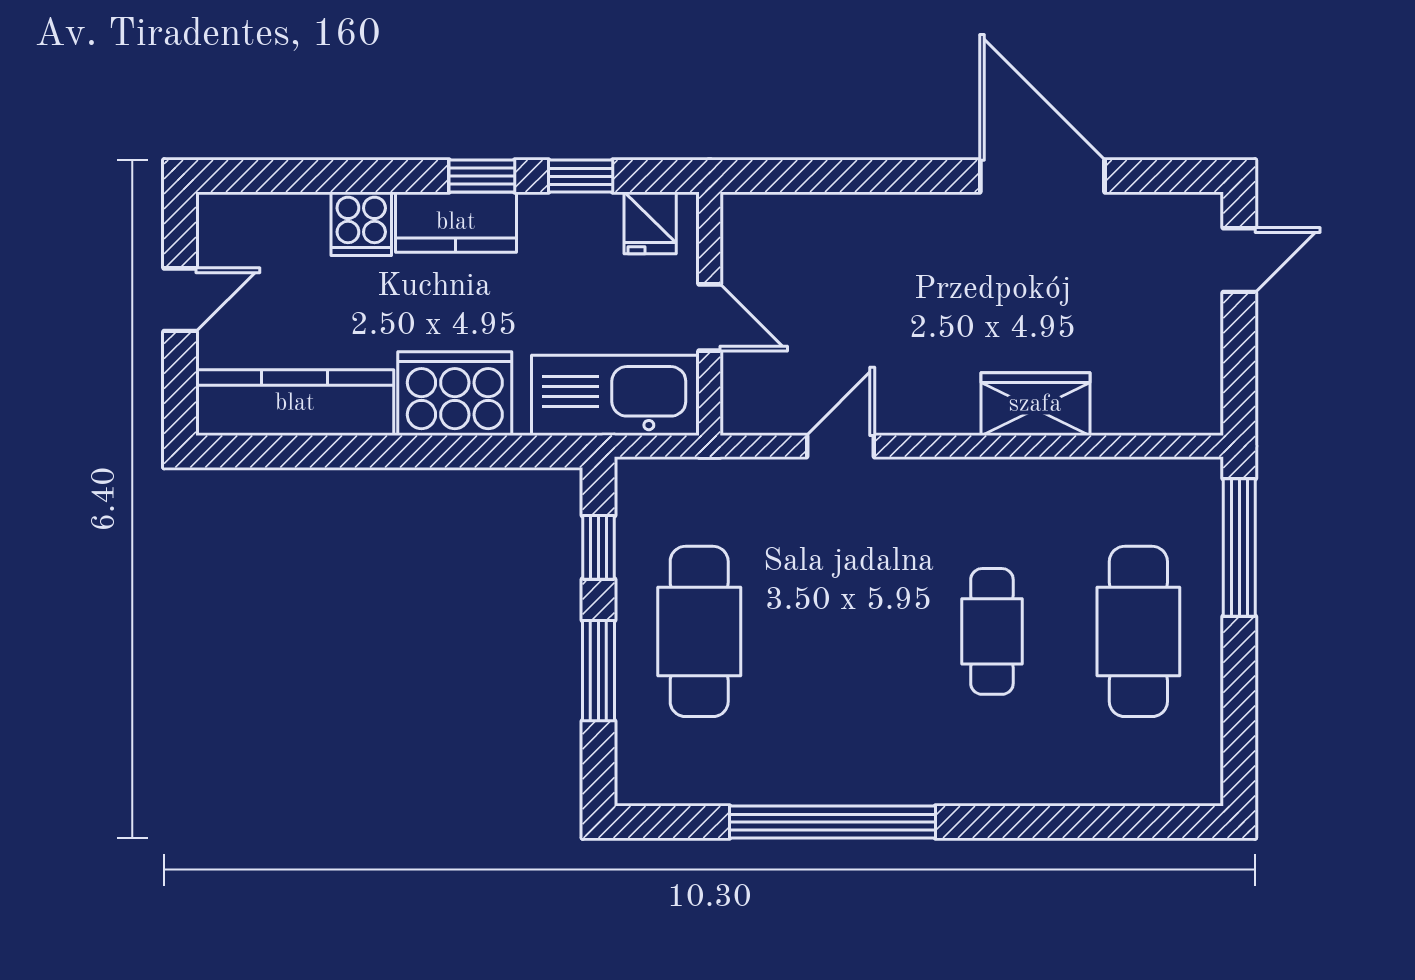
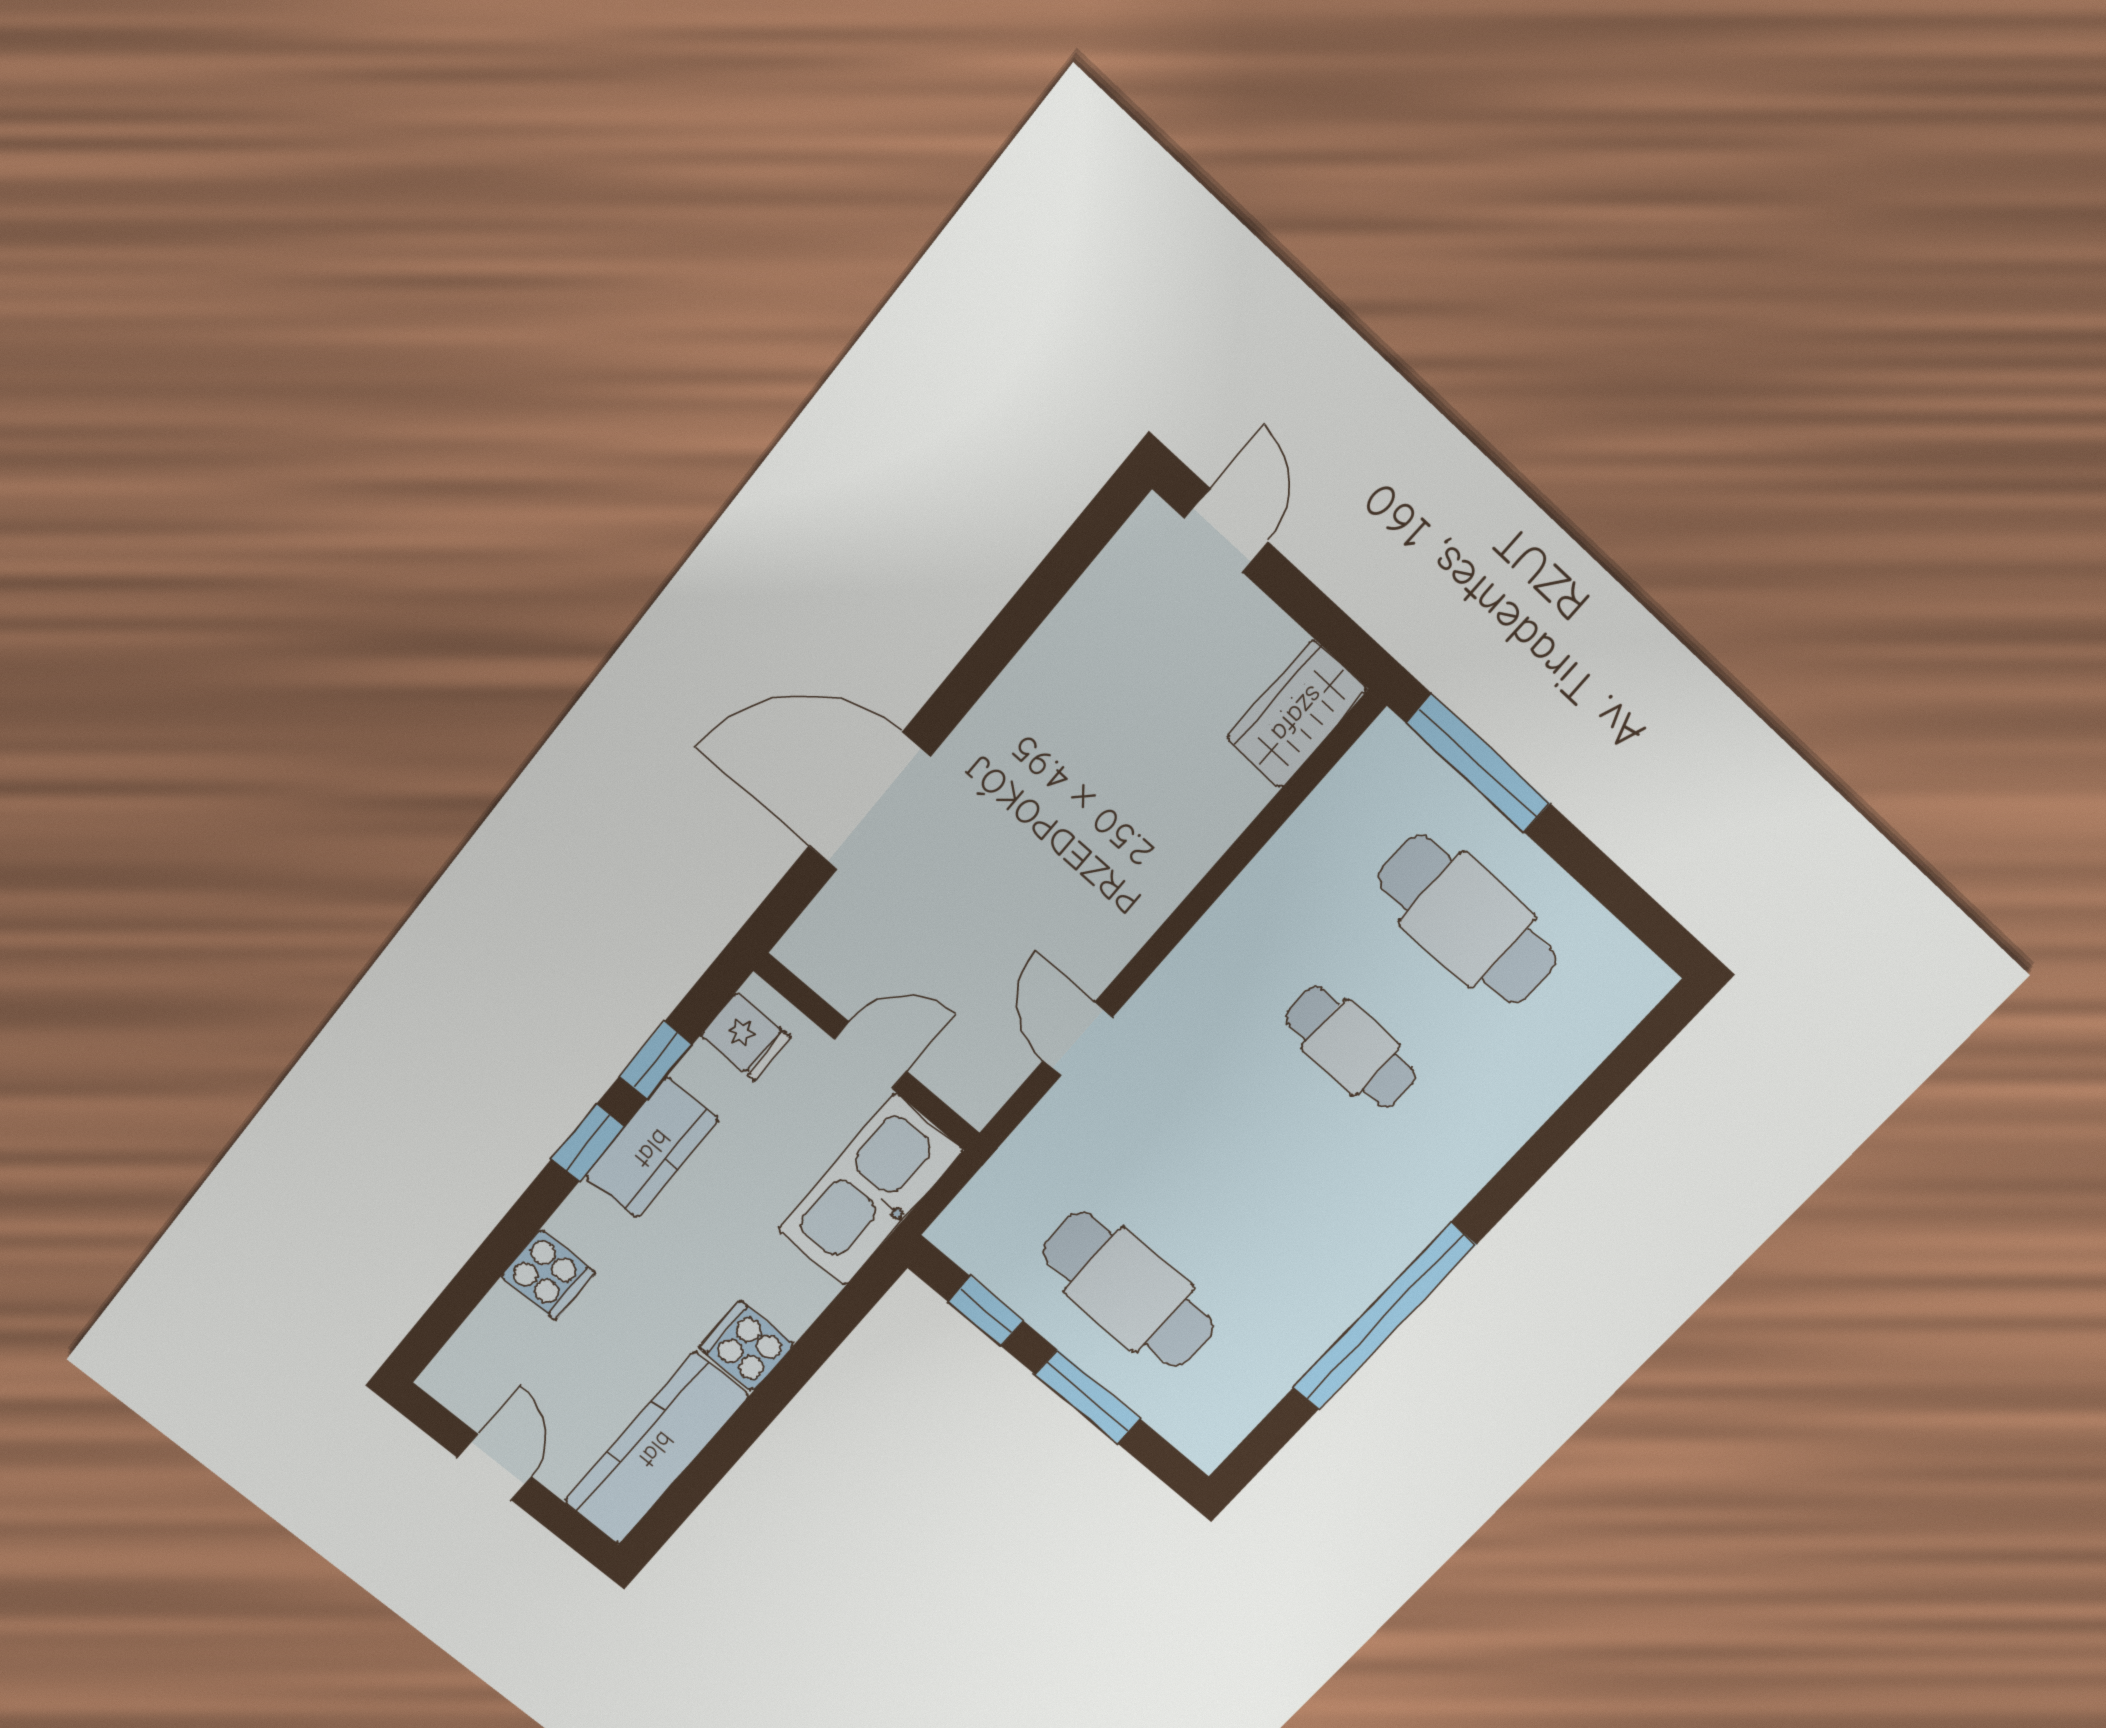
door: (1042, 176) -> (869, 801), moved
kitchen counter: (456, 222) -> (652, 1148), moved
cooker: (455, 394) -> (747, 1346), width x0.53, depth x0.76
wardrobe: (1035, 404) -> (1297, 714), moved

